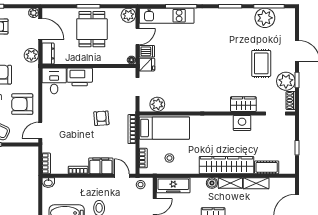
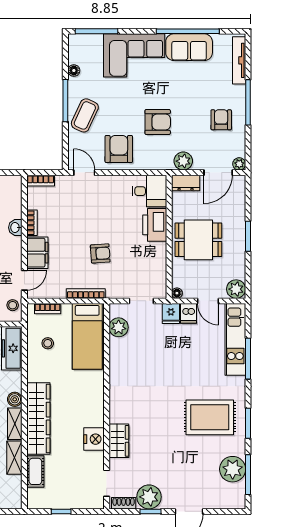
dining table: (92, 29) -> (198, 240), moved
rug: (261, 63) -> (210, 417), moved, width x1.36, depth x1.43
washbasin: (48, 183) -> (15, 228), moved

